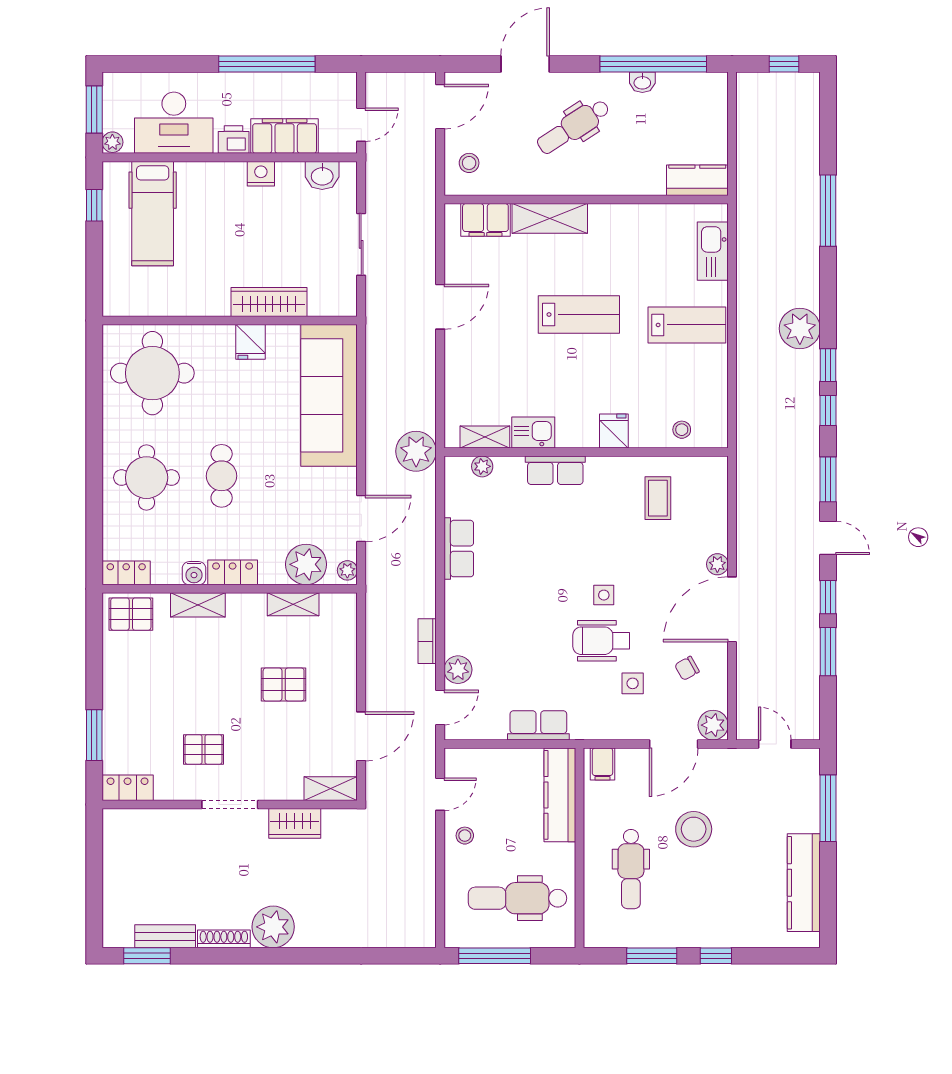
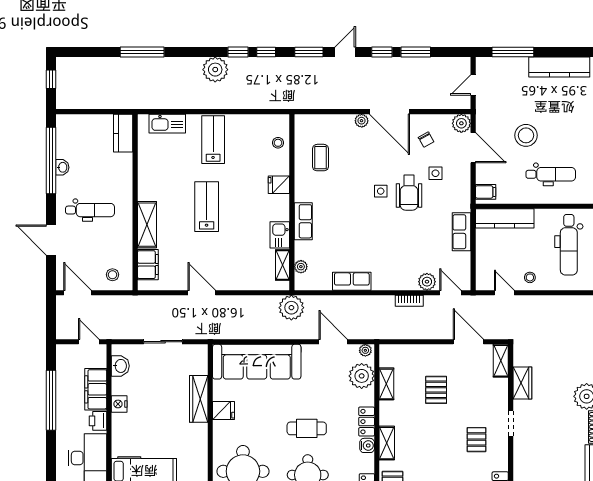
dental chair: (573, 127) -> (90, 210), turned -57
coffee table: (658, 498) -> (320, 158), turned 90
doorway: (230, 804) -> (511, 423), width x0.73

